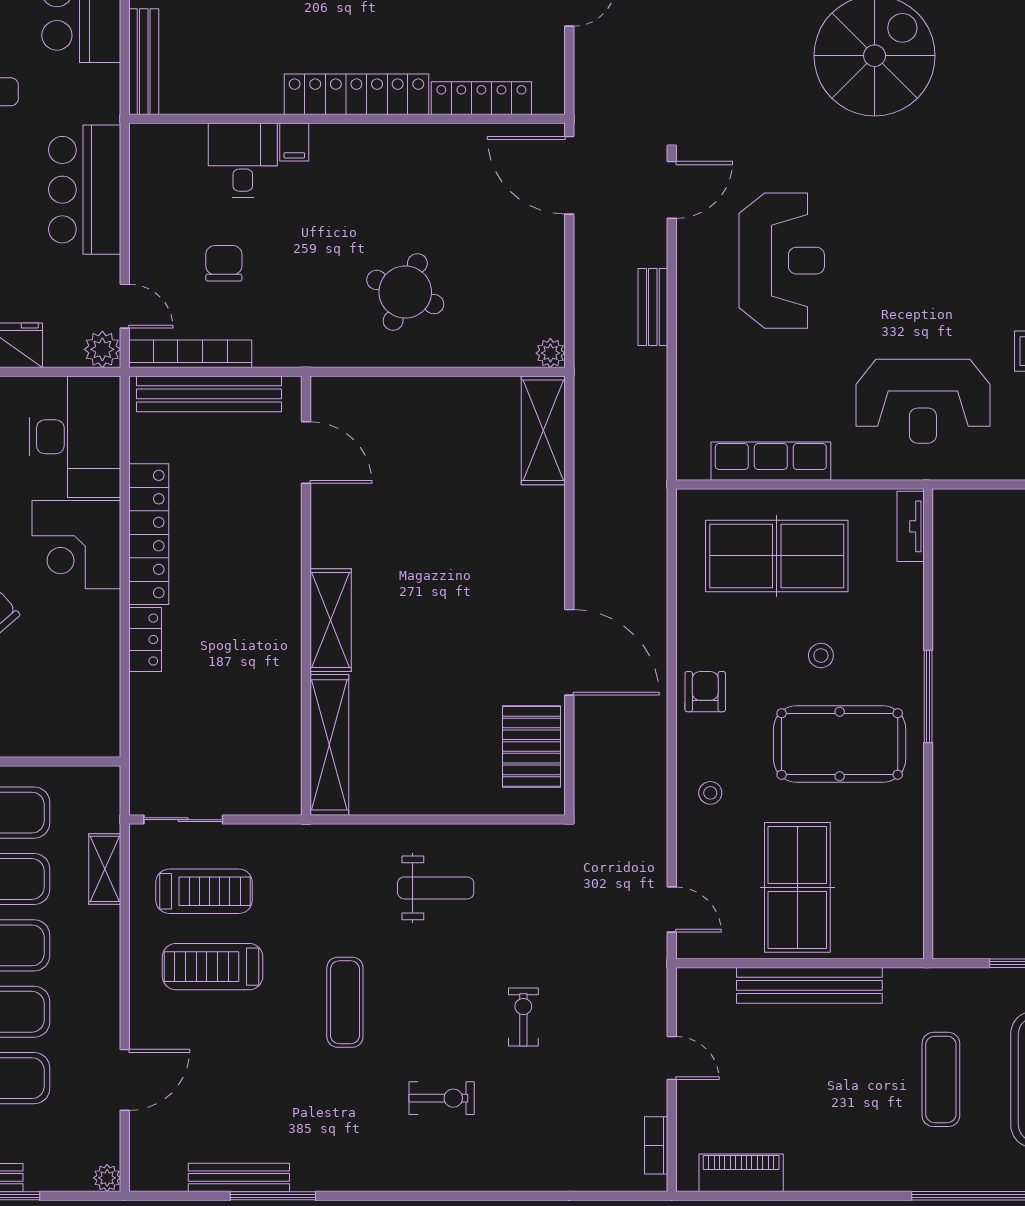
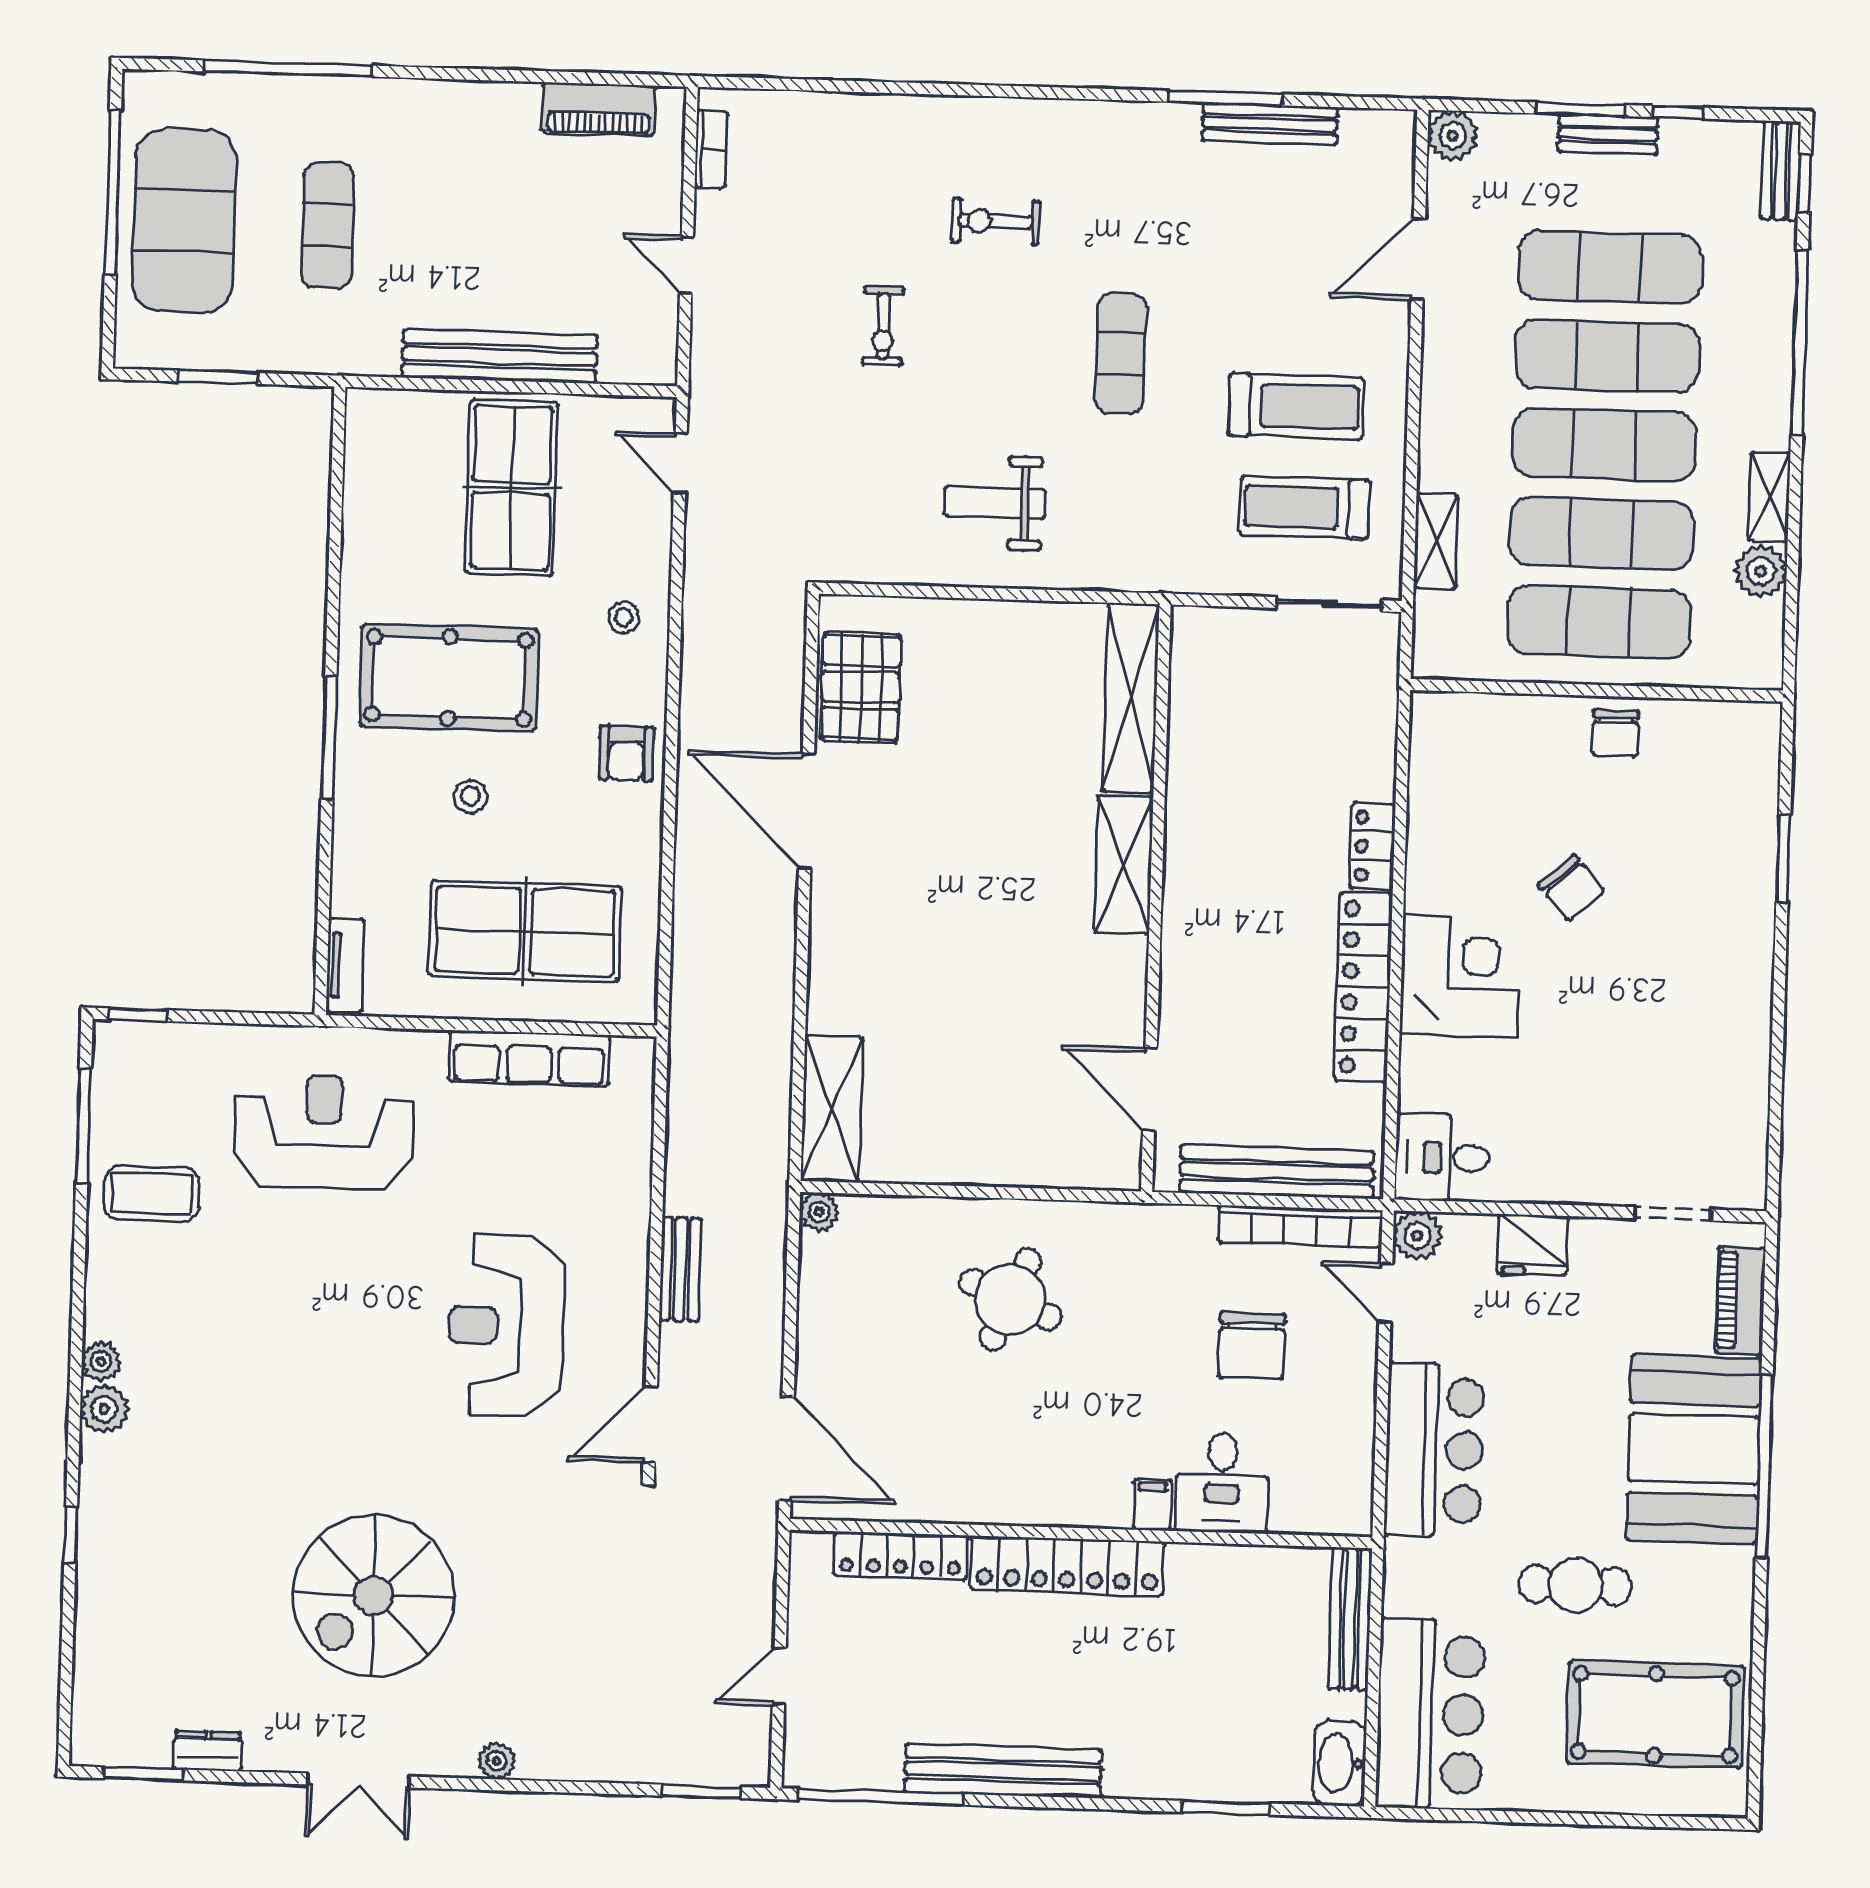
chair: (224, 263) -> (1251, 1346), width x1.37, depth x1.37
desk: (75, 437) -> (1442, 1158), width x0.53, depth x0.77
plant: (107, 1178) -> (1453, 136), width x1.38, depth x1.38

